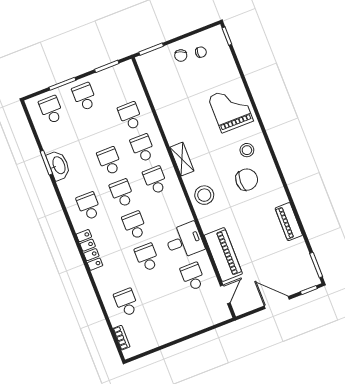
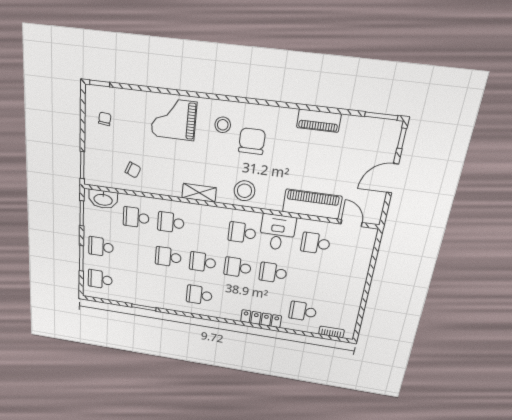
chair: (181, 56) -> (133, 170), moved
washbasin: (58, 165) -> (103, 199), moved, turned 180
school desk: (155, 180) -> (242, 233), moved
locker: (89, 250) -> (261, 319), moved

